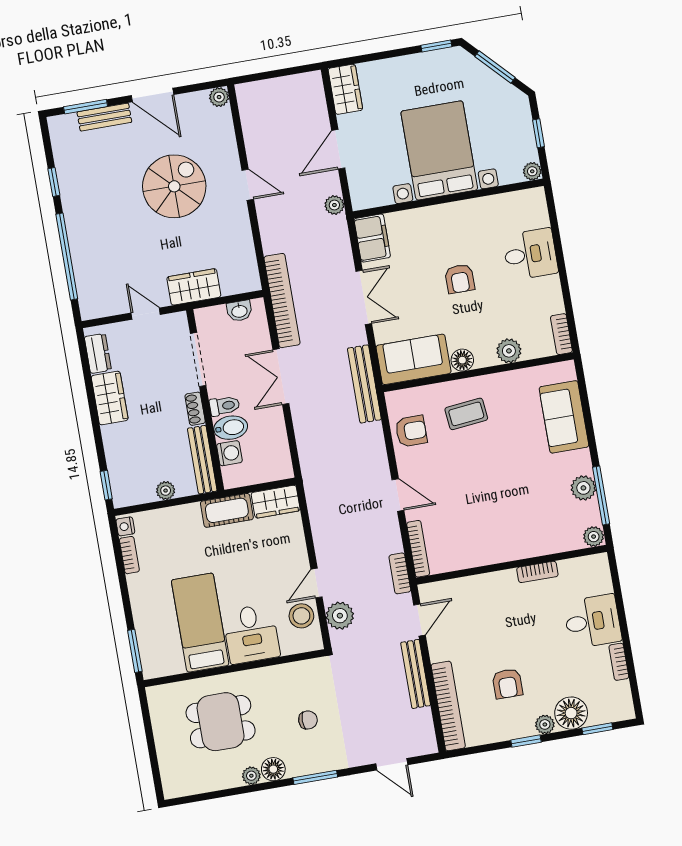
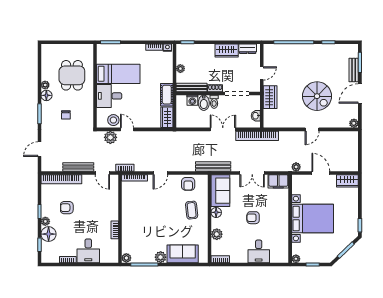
plant: (583, 488) -> (161, 257), moved

